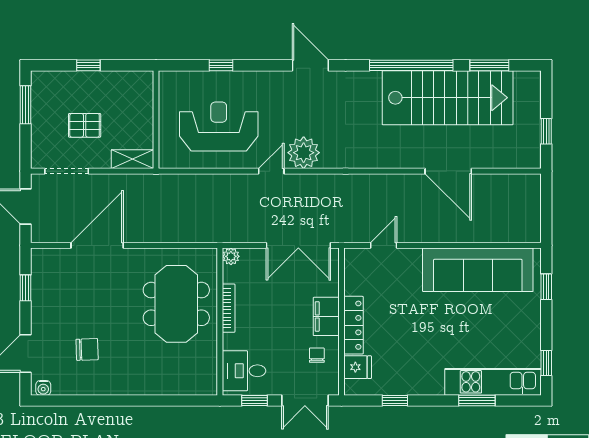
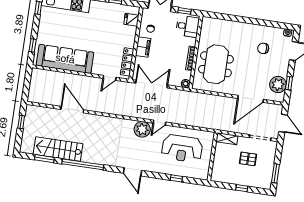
stairs: (448, 98) -> (58, 149), width x0.73, depth x0.66
plant: (47, 282) -> (278, 85), added
locker: (354, 325) -> (127, 62), moved

